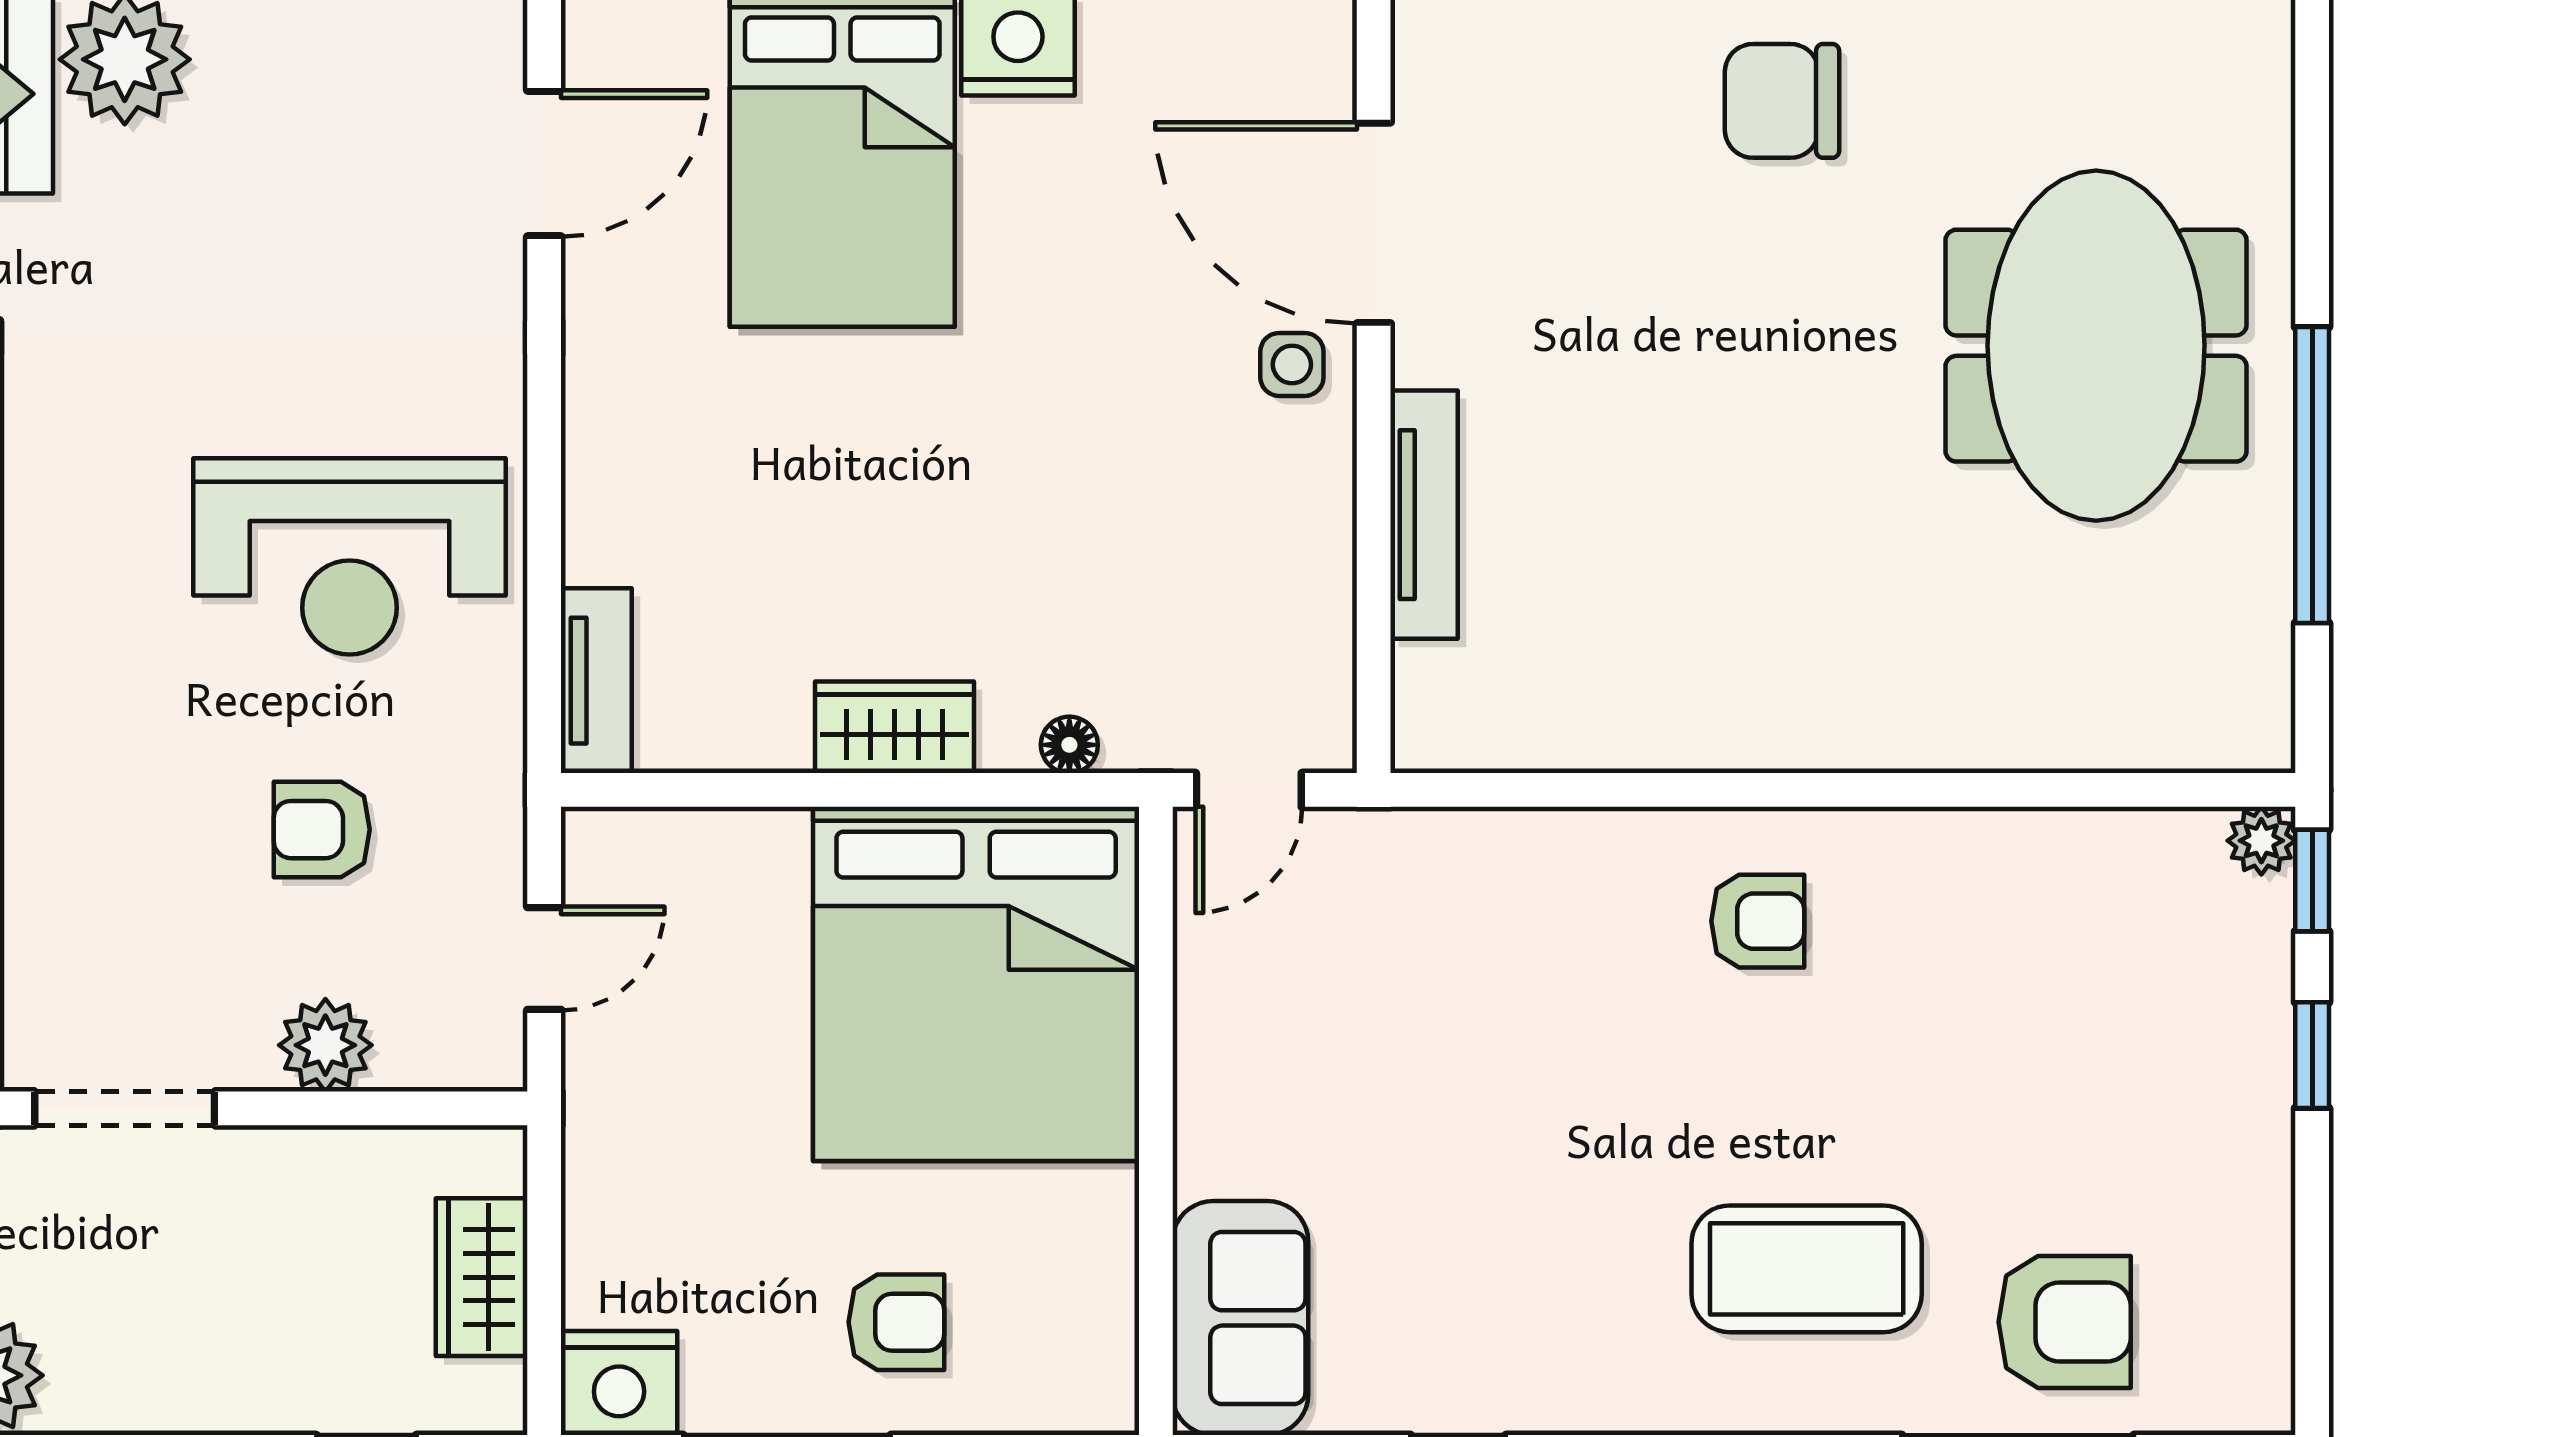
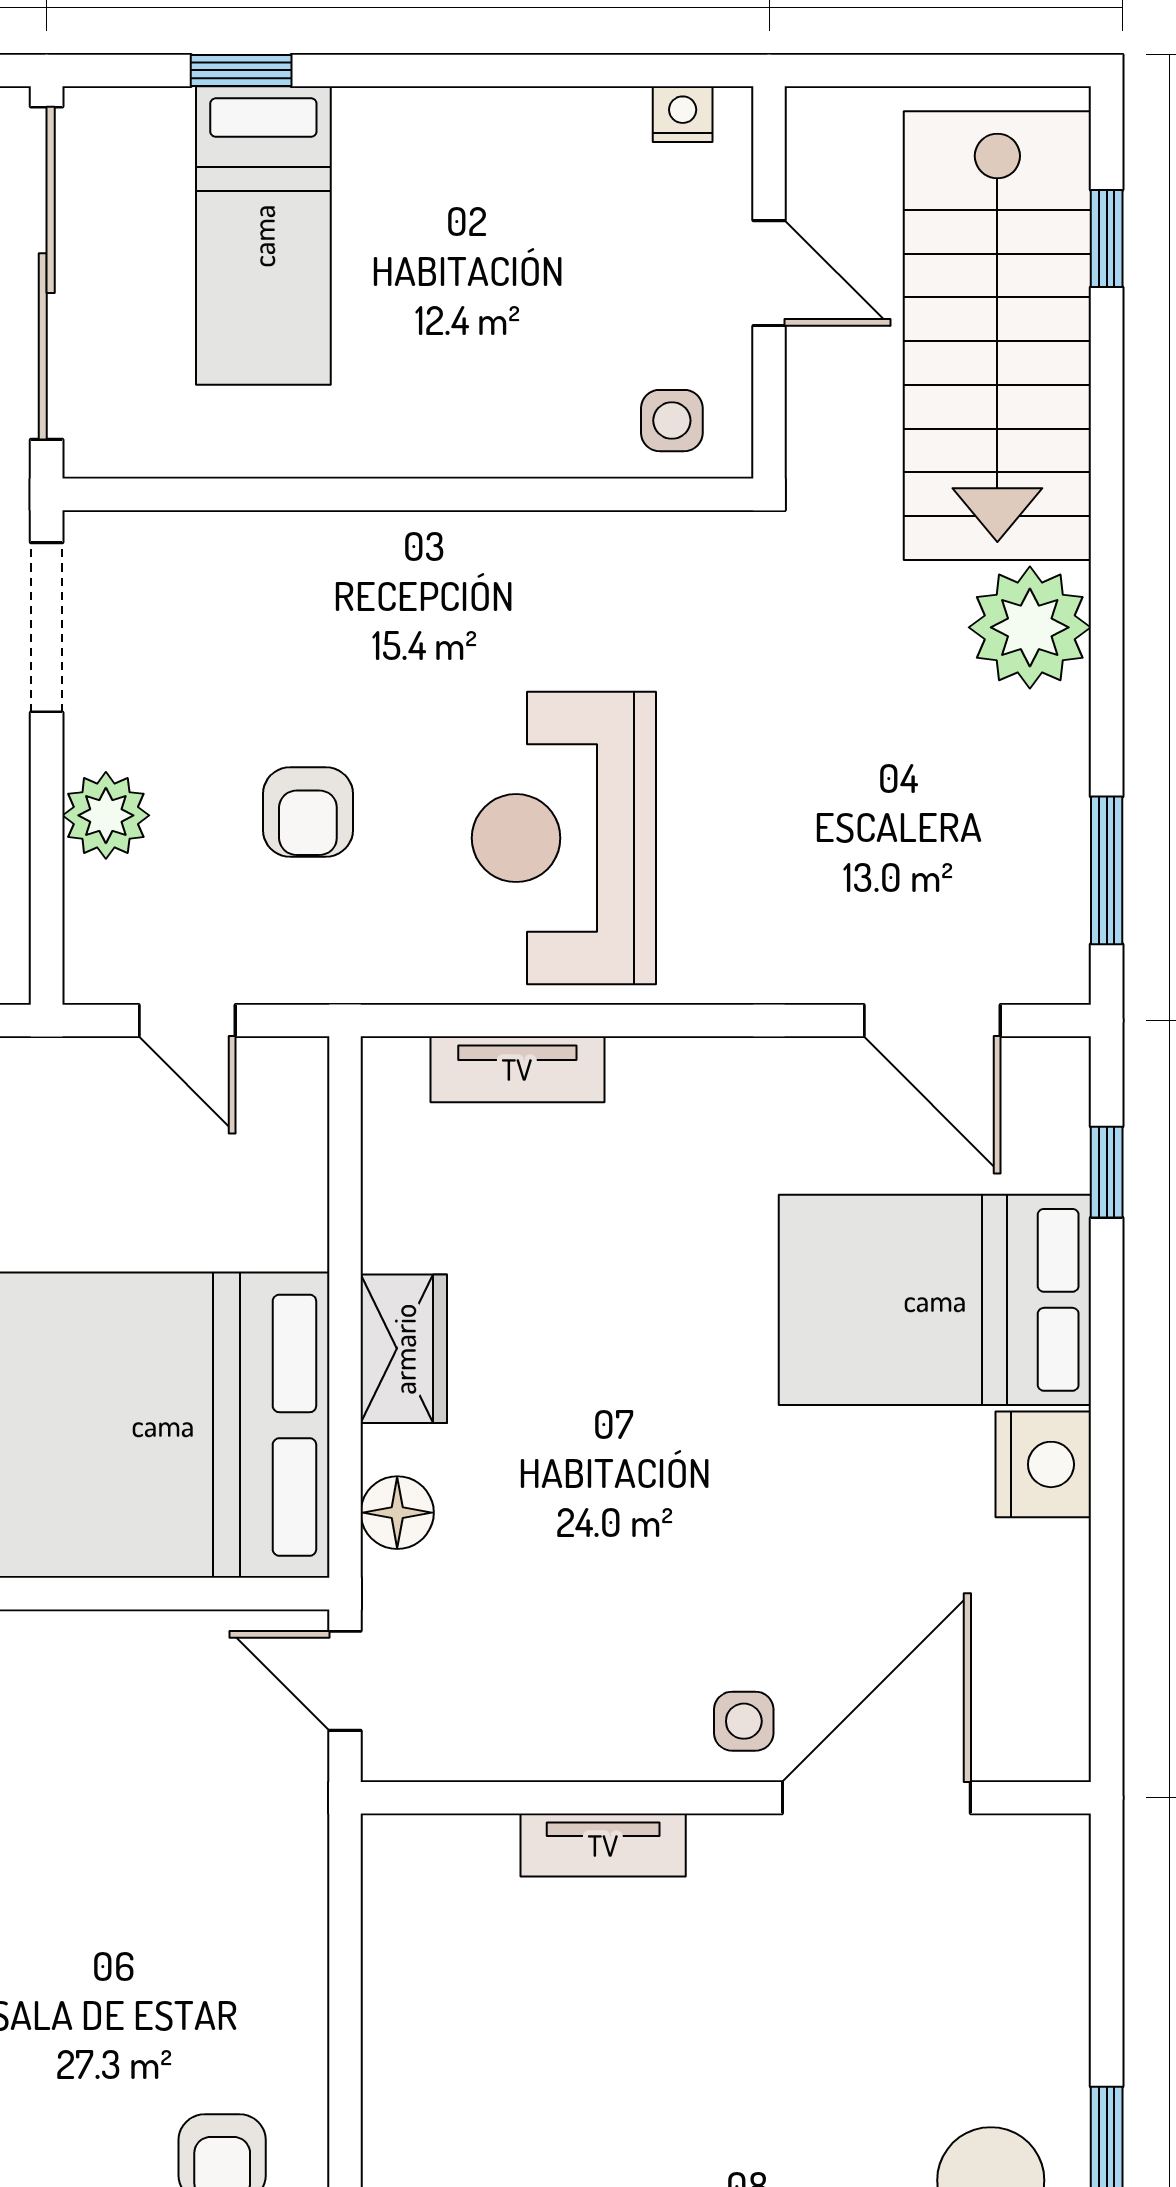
tv unit: (1424, 515) -> (603, 1845), width x0.71
tv unit: (596, 681) -> (517, 1069), moved
floor lamp: (1069, 745) -> (397, 1513), width x1.37, depth x1.37
armchair: (322, 830) -> (308, 812), turned 180

